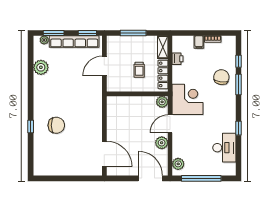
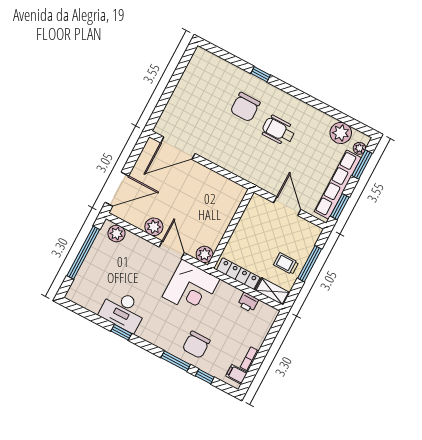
filing cabinet: (199, 42) -> (237, 374), moved
plant: (41, 67) -> (341, 133), moved
trolley: (139, 70) -> (286, 264), moved
chair: (221, 77) -> (196, 345), turned 83
wheelchair: (60, 97) -> (279, 130), added
desk: (224, 148) -> (123, 311), moved

